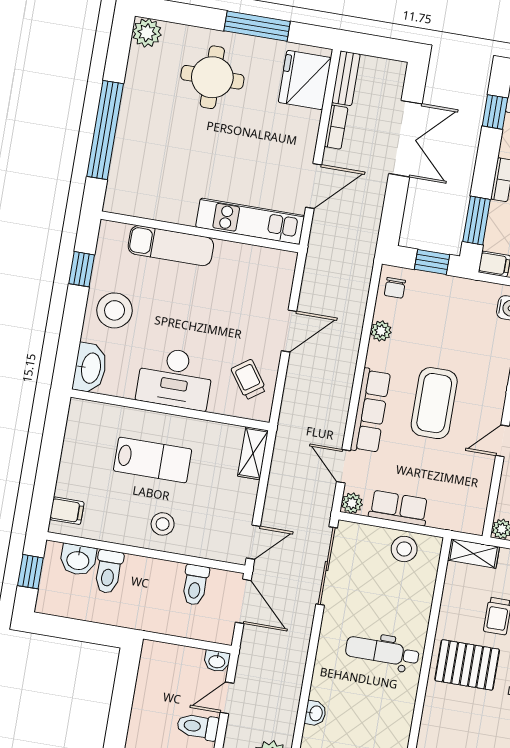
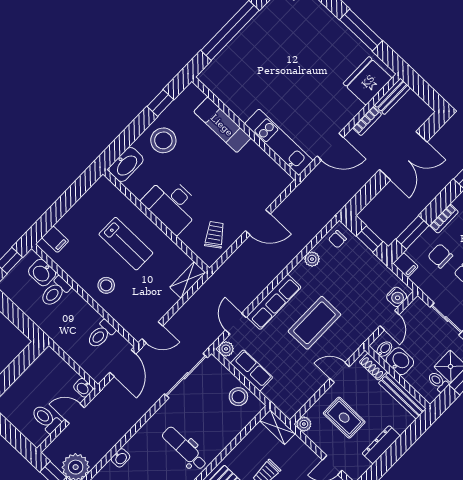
round table: (212, 77) -> (314, 42), removed

